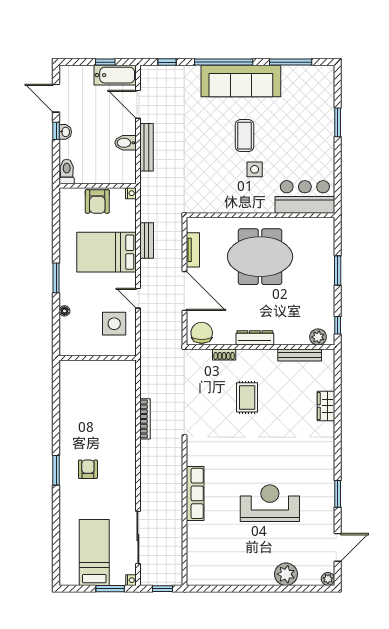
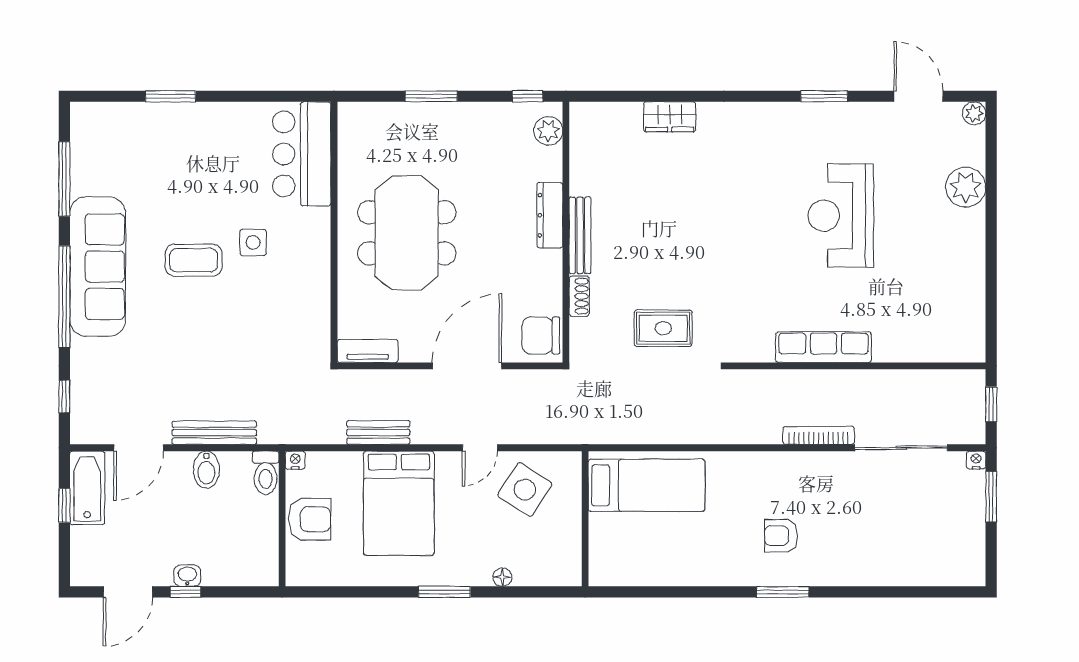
toilet: (67, 172) -> (266, 473), moved, turned -90
tv unit: (193, 250) -> (368, 351), moved
side table: (114, 324) -> (525, 490), turned 33
dresser: (255, 338) -> (550, 215), moved
bench: (300, 355) -> (580, 235), moved
rug: (247, 397) -> (663, 328), moved
bookcase: (145, 419) -> (819, 435), moved
bed: (94, 552) -> (647, 485), moved, turned 180

